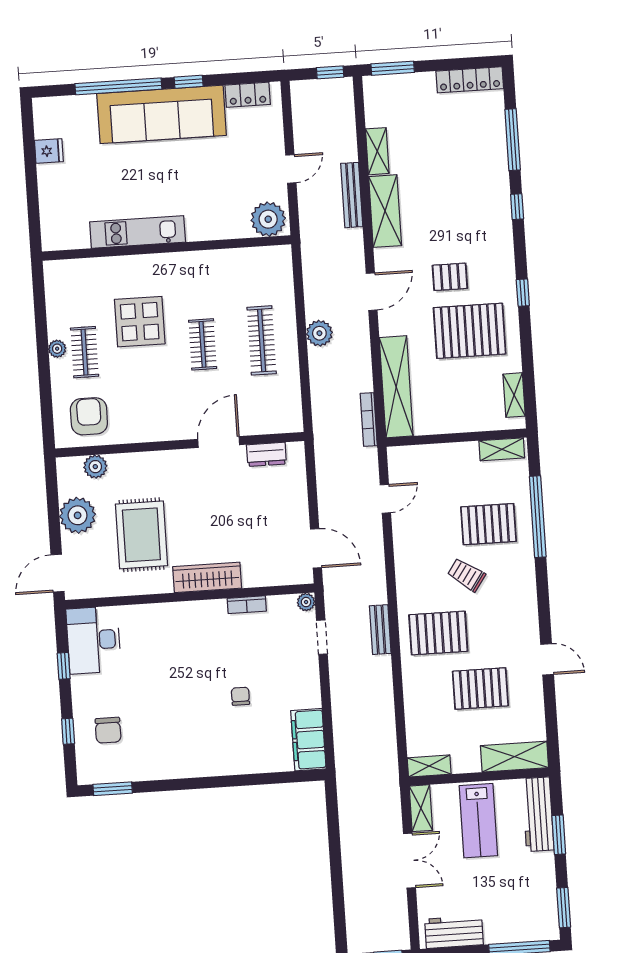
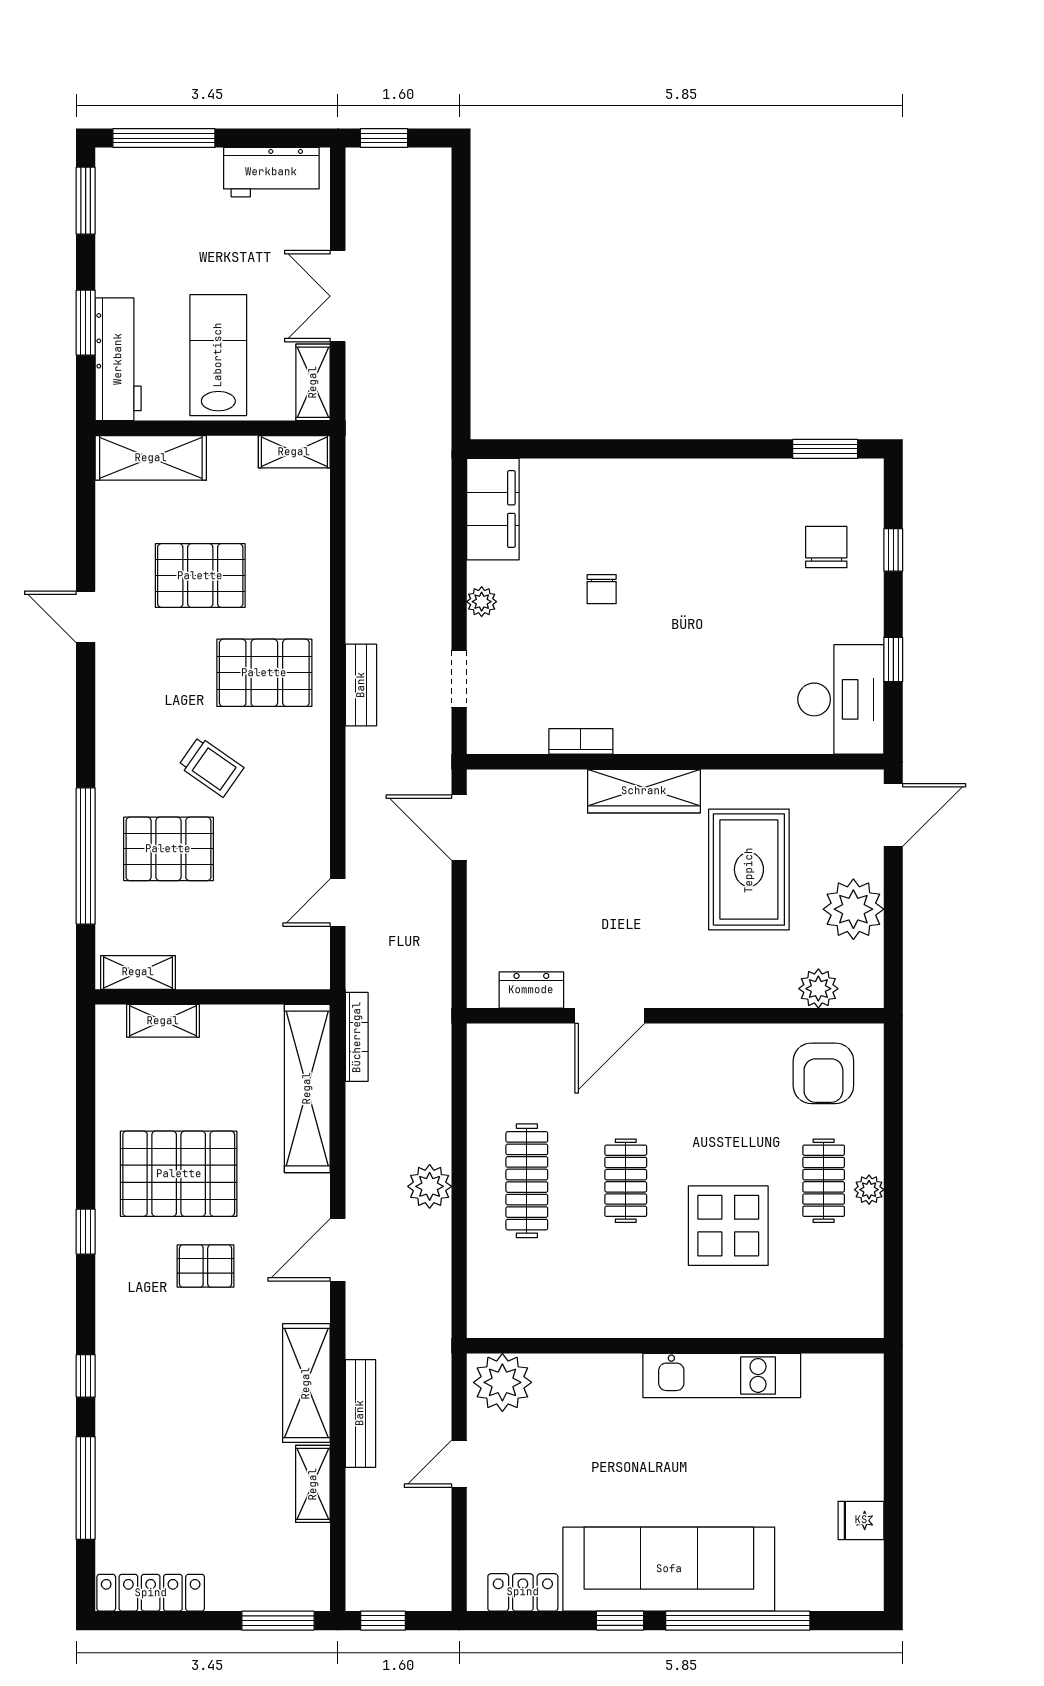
shelving: (514, 395) -> (163, 1021), moved, turned 90
plant: (306, 602) -> (482, 602), moved

